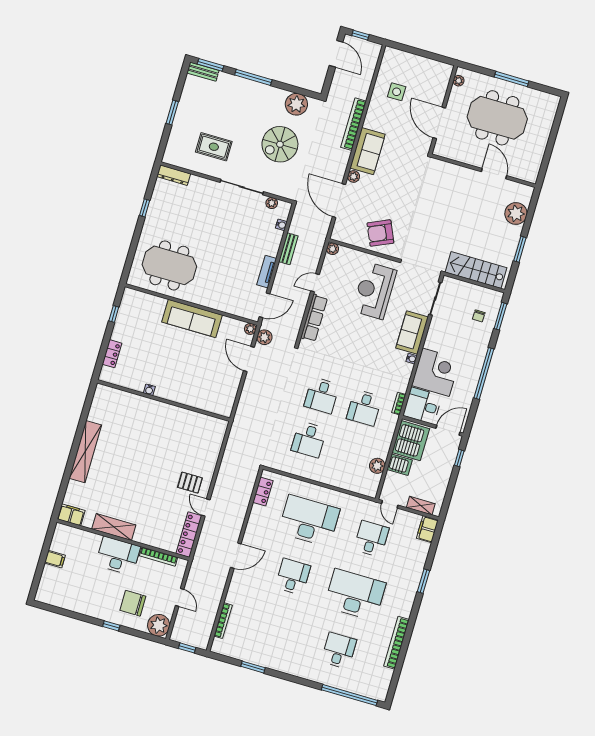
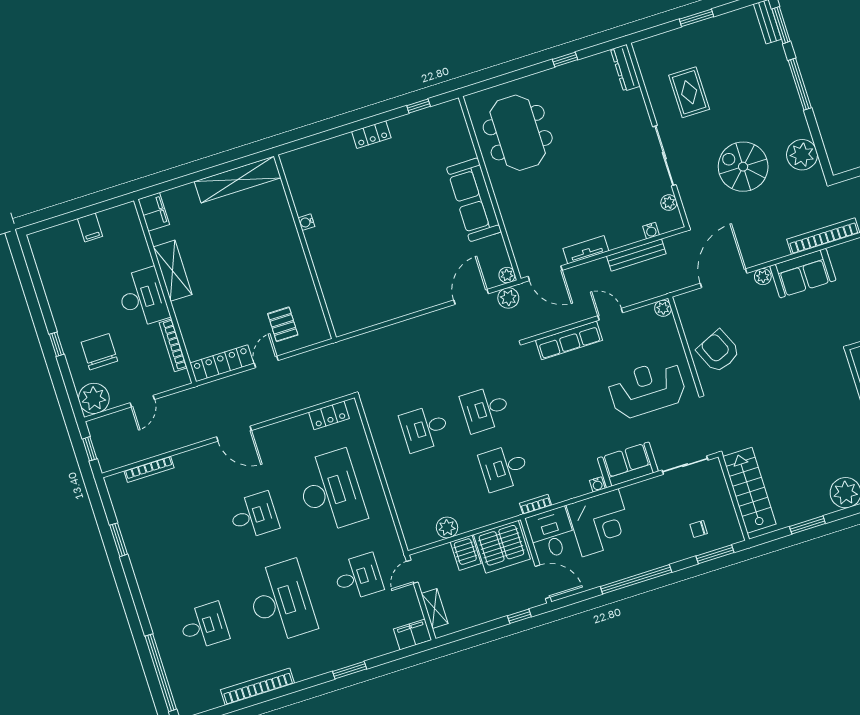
bench: (288, 249) -> (636, 255), width x1.36
water cooler: (149, 390) -> (306, 222), moved
wall: (164, 400) -> (305, 247), moved

